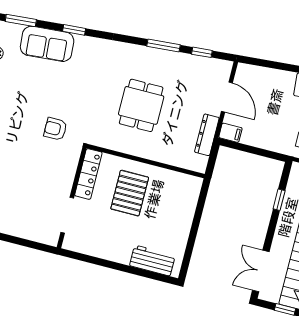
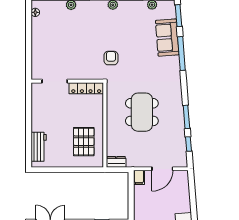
window: (74, 30) -> (181, 53), width x2.17
dining table: (141, 105) -> (142, 112), width x1.38
dresser: (207, 135) -> (116, 162), moved, width x0.70
pallet: (130, 193) -> (84, 142), moved, turned 90

